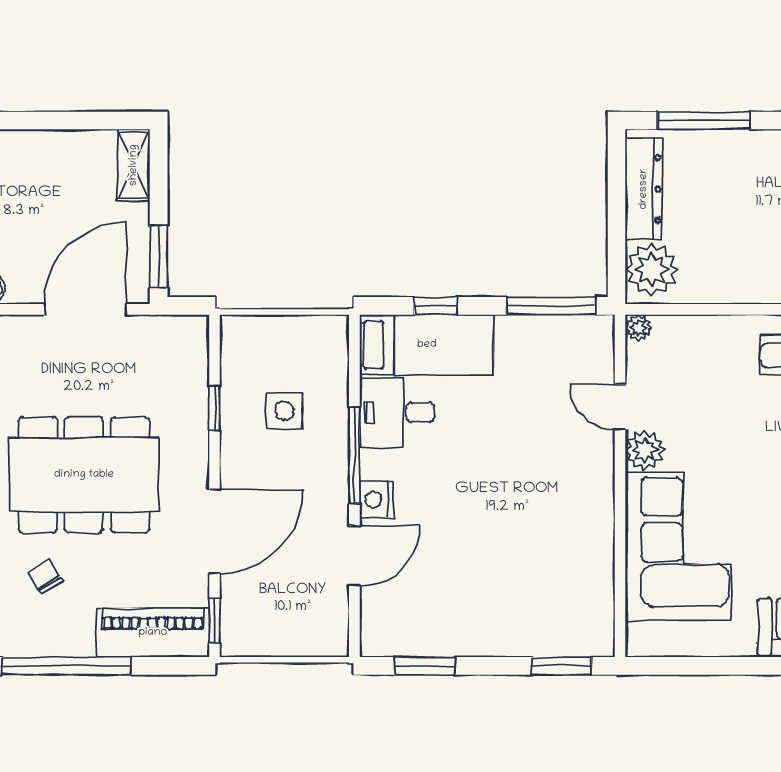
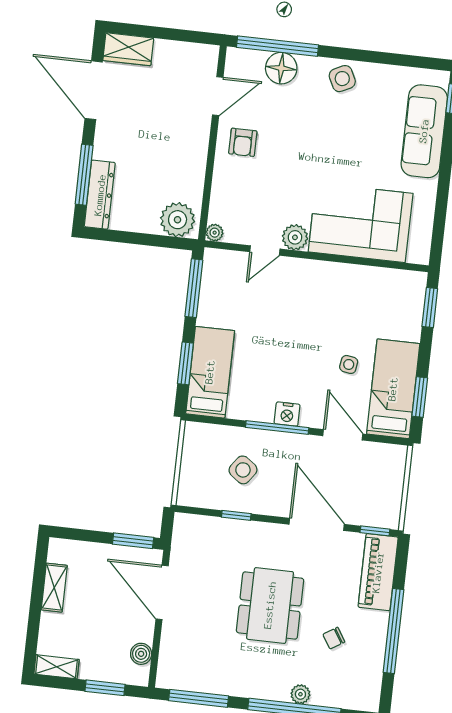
shelving: (134, 165) -> (54, 588), moved, turned 90
dresser: (644, 189) -> (100, 195), moved, turned 90
window: (436, 306) -> (185, 363), width x1.50
side table: (284, 411) -> (243, 470), turned 36
desk: (397, 412) -> (252, 396), removed
dining table: (84, 475) -> (270, 605), width x0.73, depth x0.80
nightstand: (376, 500) -> (287, 414), moved
side table: (462, 553) -> (349, 364), added
bed: (432, 624) -> (393, 389), added

